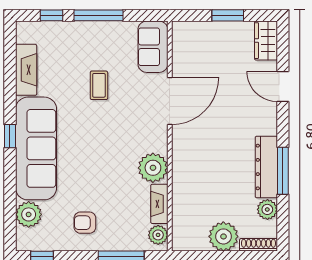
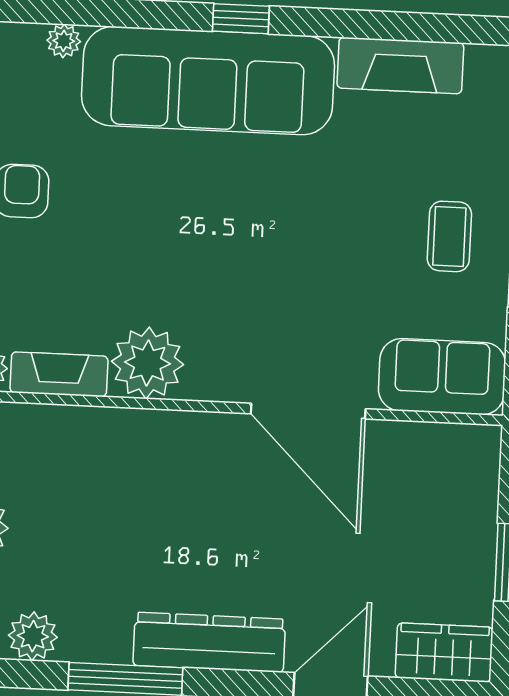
coffee table: (99, 85) -> (449, 236), moved, turned 90
dresser: (266, 167) -> (209, 642), moved
plant: (29, 214) -> (64, 41), width x0.53, depth x0.53

